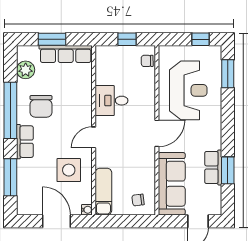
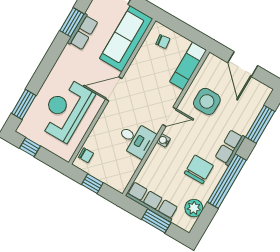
water cooler: (87, 210) -> (163, 140), moved

